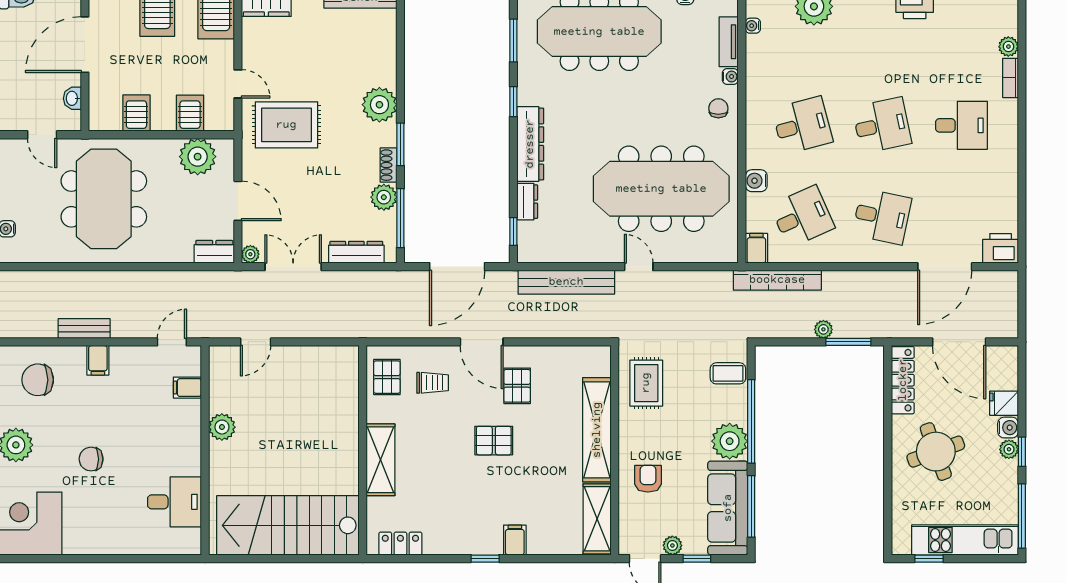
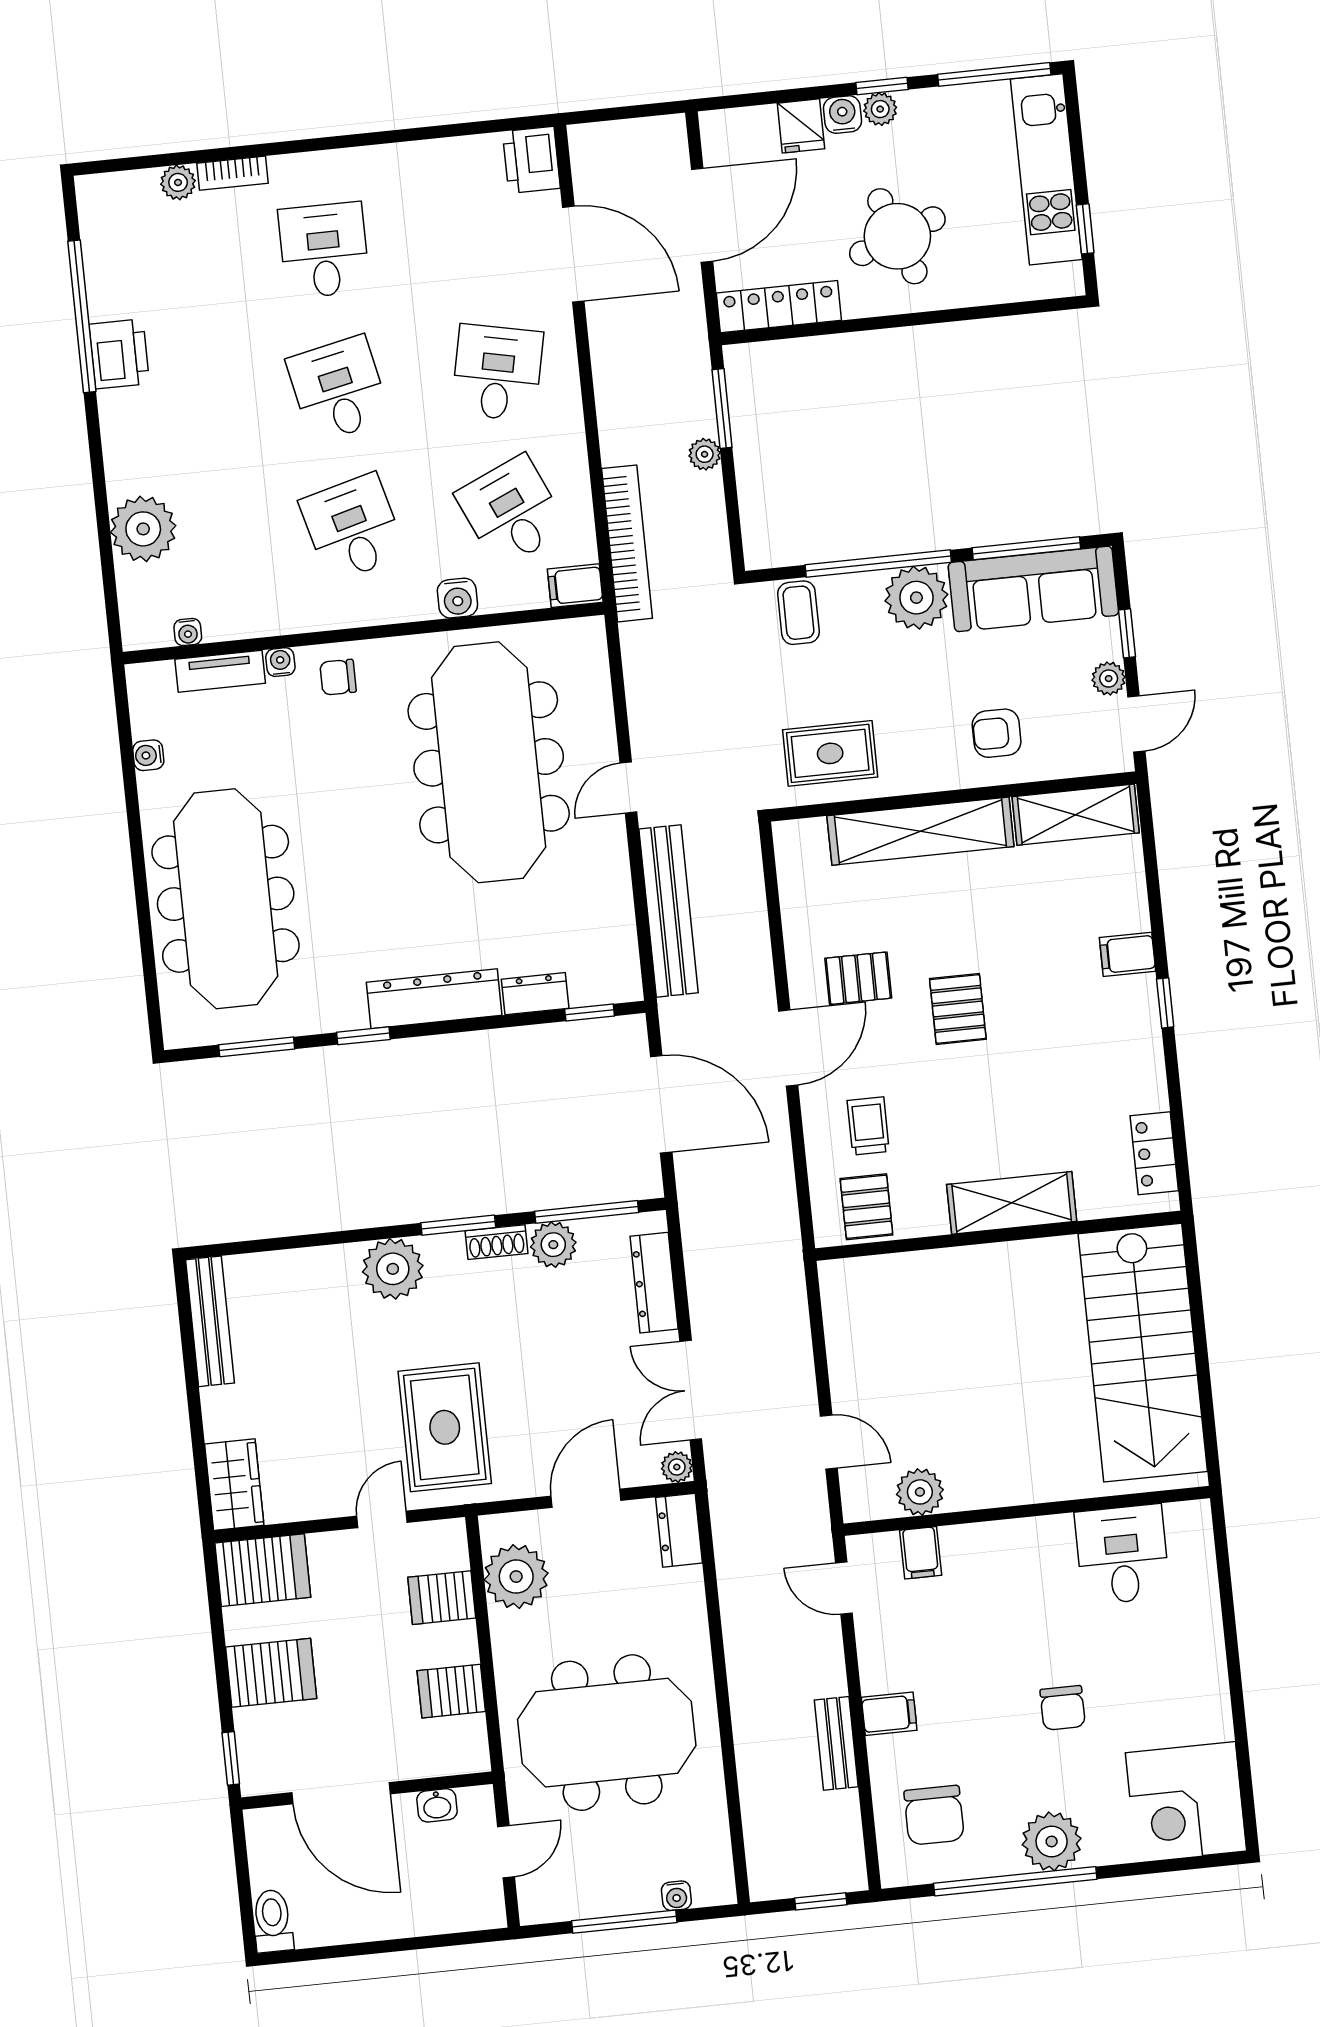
pallet: (387, 377) -> (866, 1207), turned 90
plant: (222, 427) -> (920, 1492), moved

